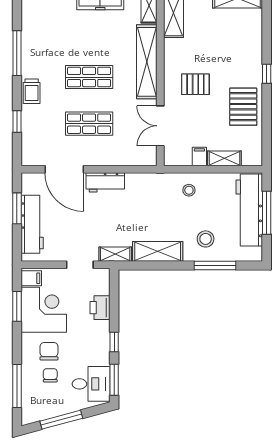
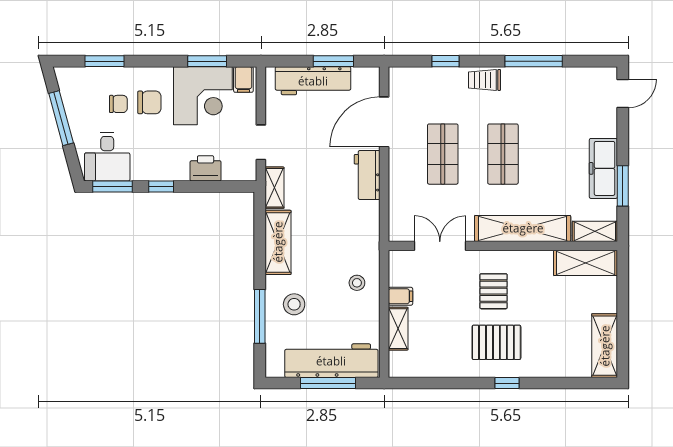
pallet: (243, 107) -> (496, 342), moved
window: (17, 386) -> (104, 61), width x0.69

